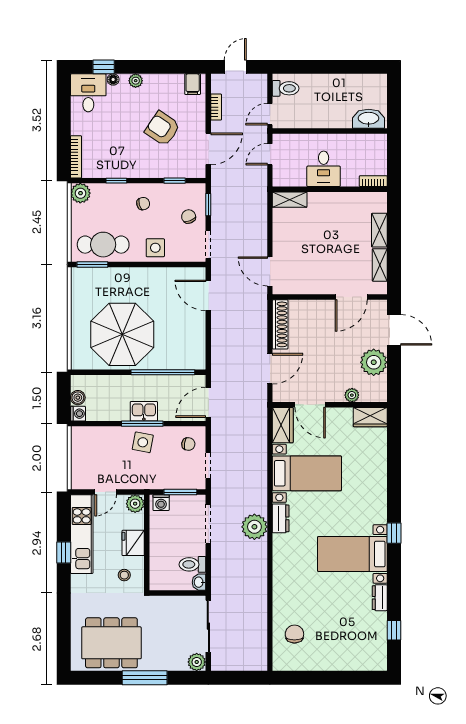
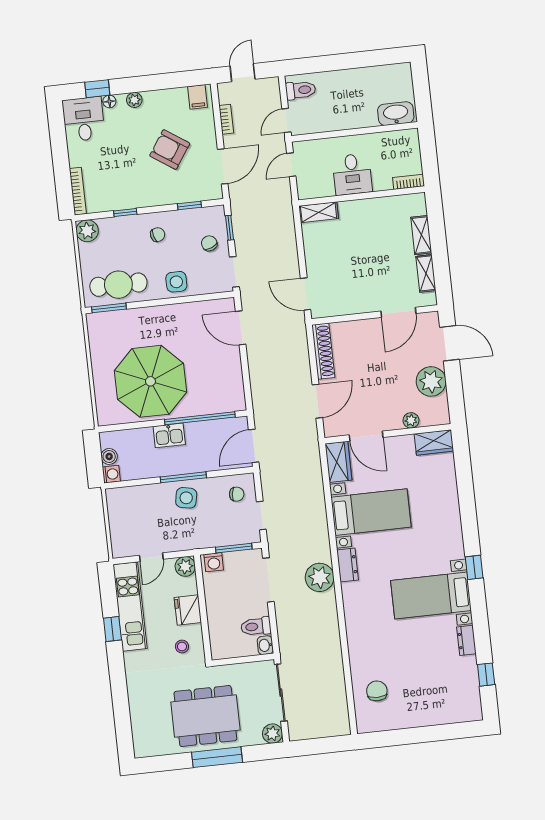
kitchen sink: (144, 411) -> (169, 435), moved, turned 180
dining table: (111, 643) -> (205, 716), moved

